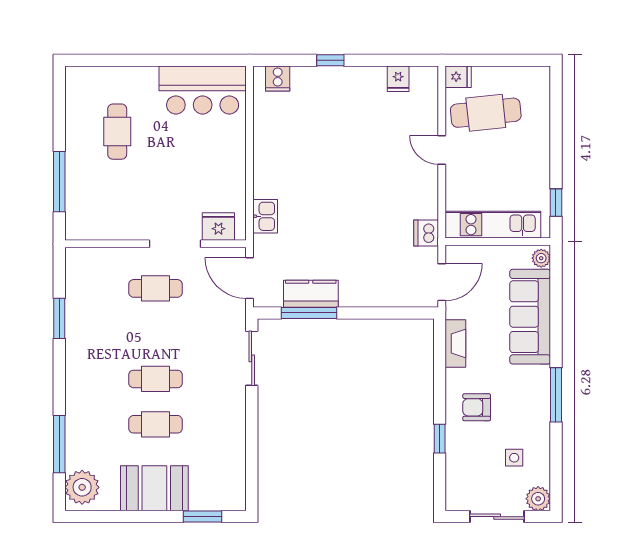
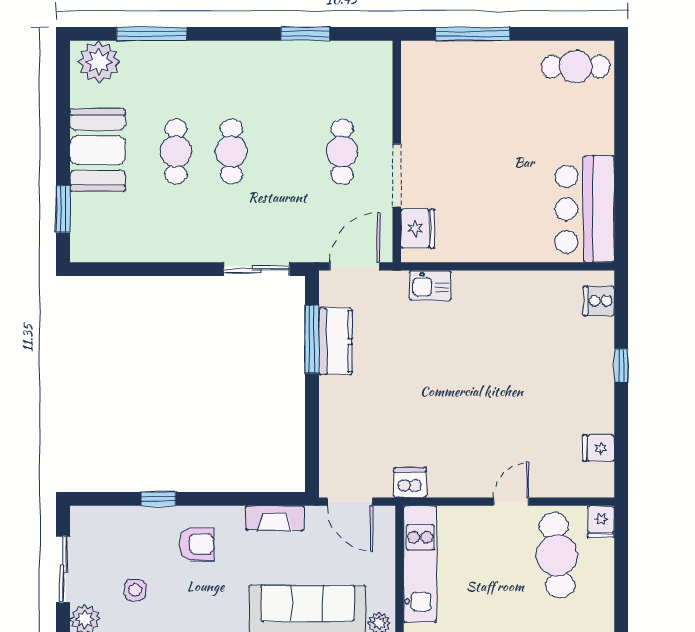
cafe table: (117, 132) -> (576, 67), moved
armchair: (477, 407) -> (197, 544), turned 90

